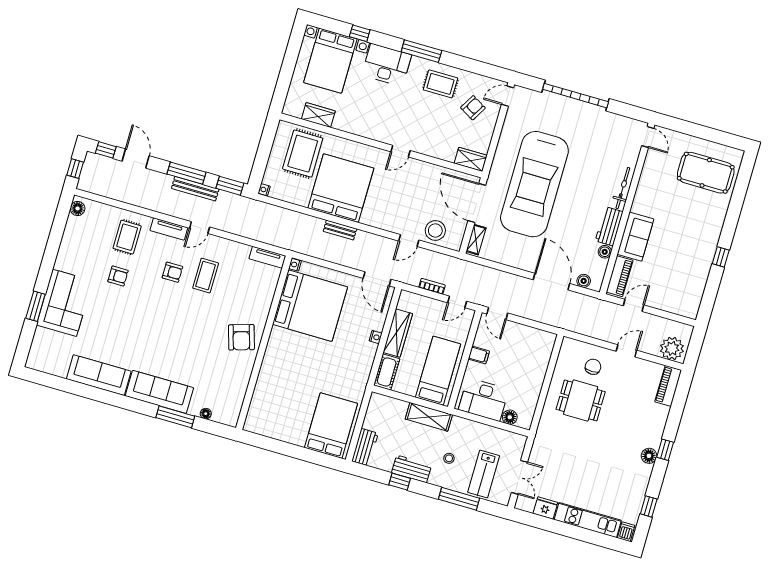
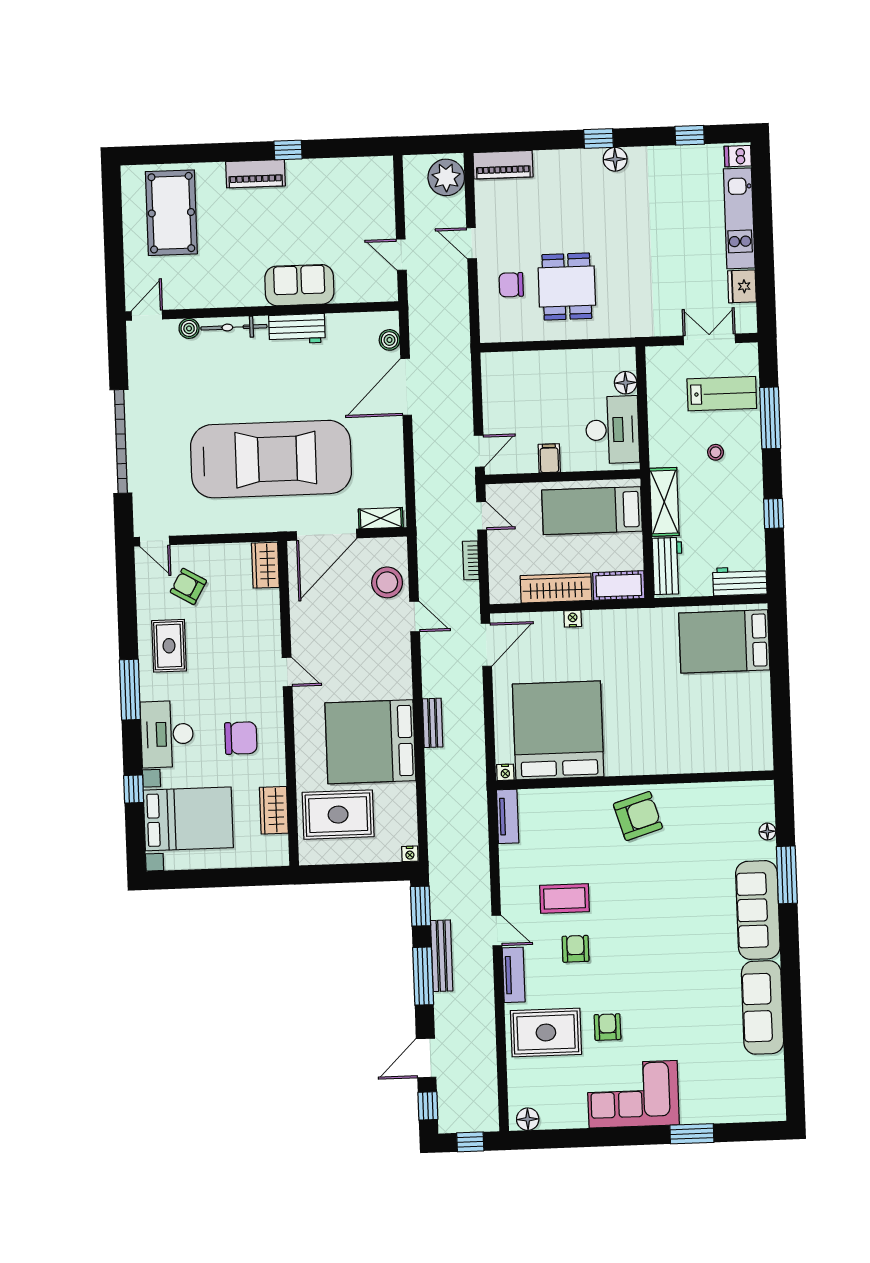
chair: (369, 109) -> (241, 738), added
rug: (127, 237) -> (546, 1032), width x1.36, depth x1.43
boiler: (605, 252) -> (189, 328), moved
piano: (620, 276) -> (255, 174), moved, turned 180
corner sofa: (64, 303) -> (633, 1094), moved
workbench: (411, 469) -> (668, 566), moved, turned 180

